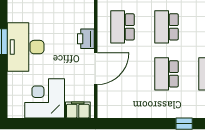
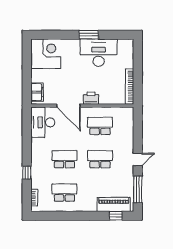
desk: (26, 47) -> (99, 53), moved
corner desk: (45, 98) -> (46, 54), moved
desk: (118, 102) -> (43, 122), added

